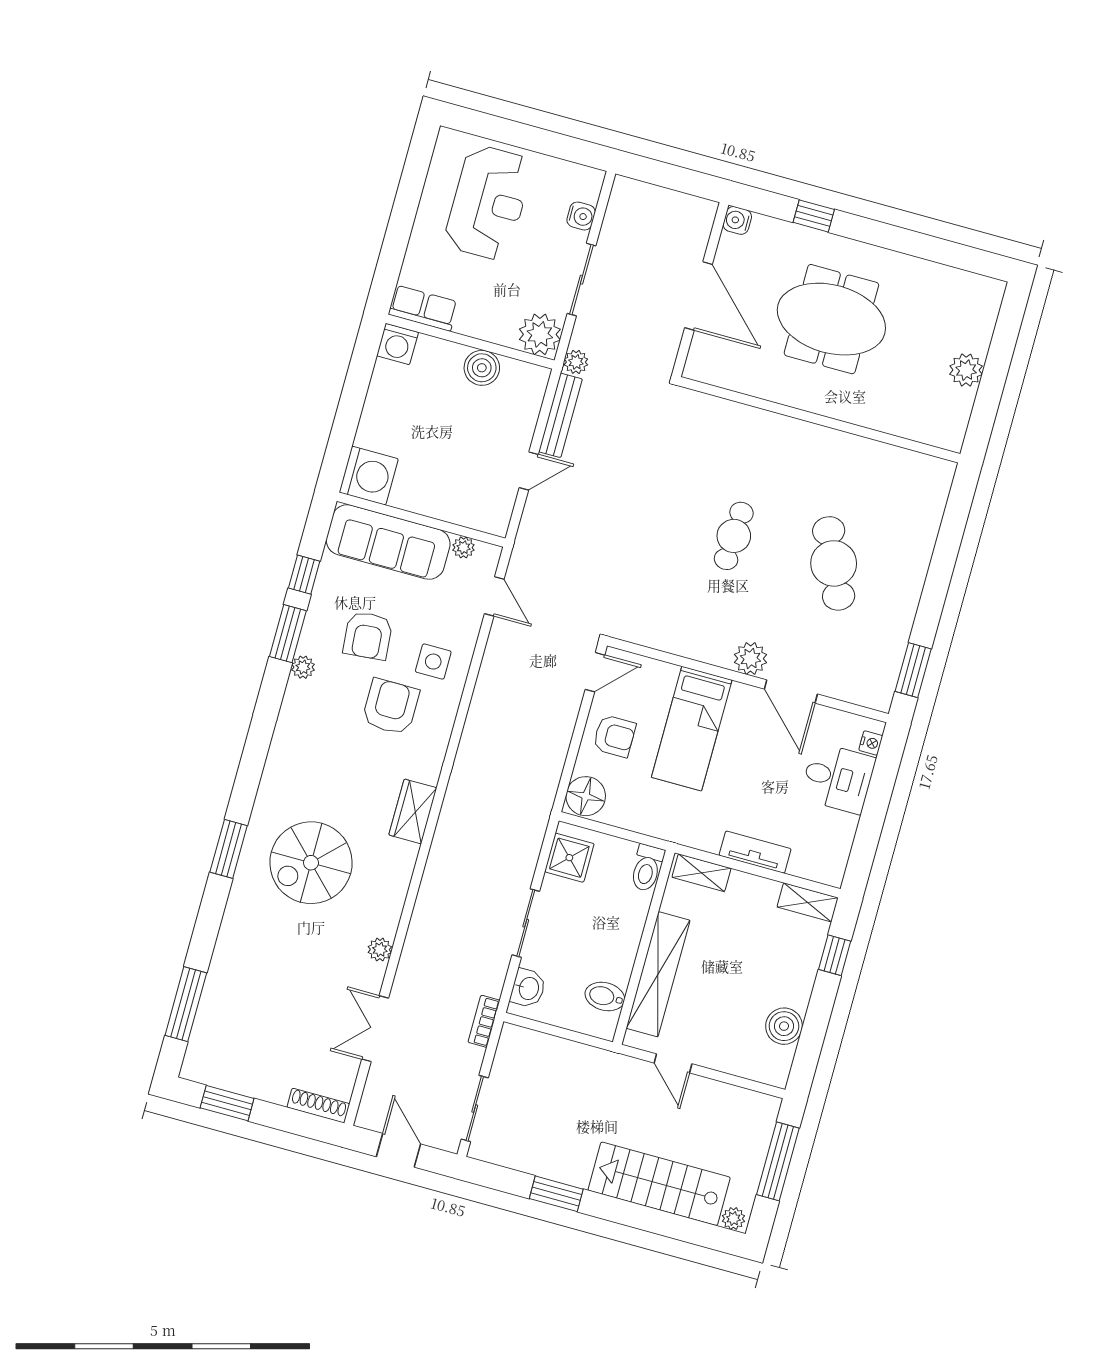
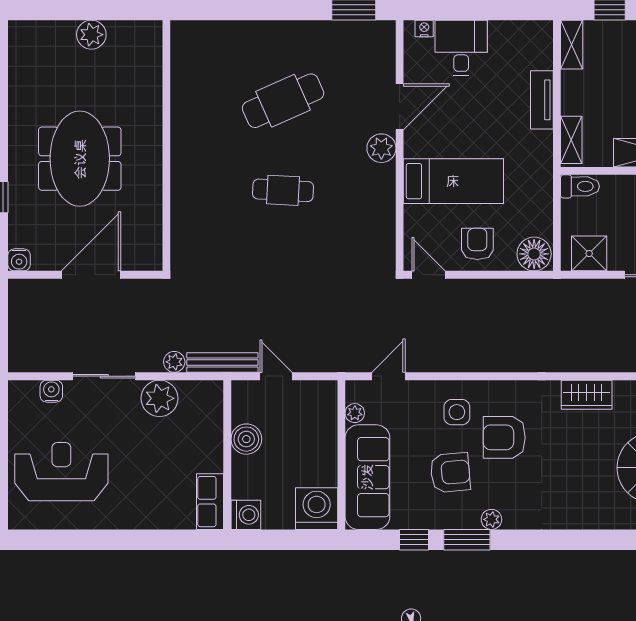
row of seats: (423, 308) -> (210, 502), moved
wall: (470, 342) -> (227, 455), moved
washing machine: (398, 344) -> (246, 515), moved
boiler: (482, 368) -> (246, 439), moved

